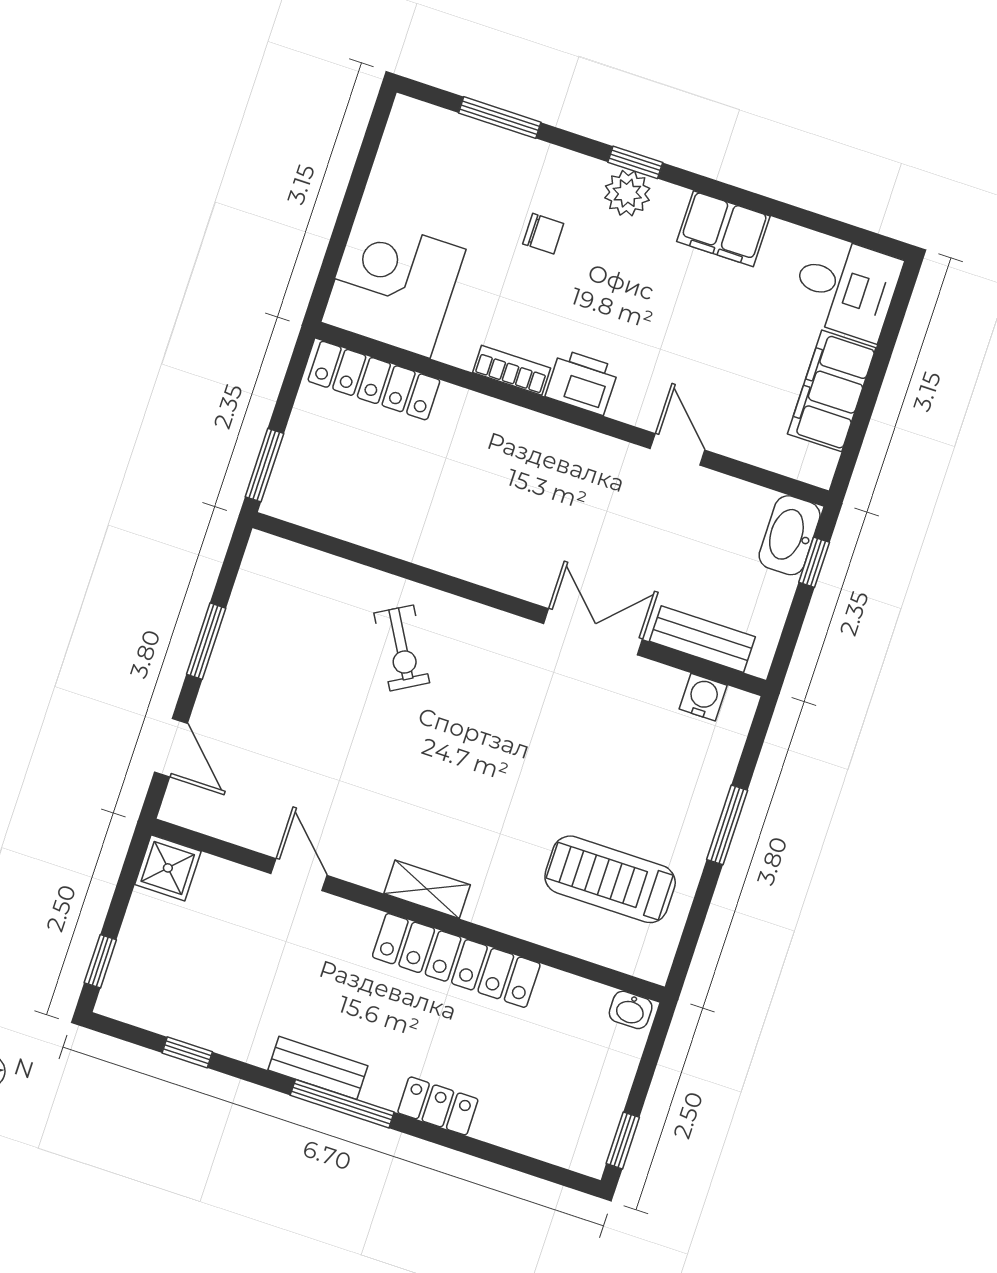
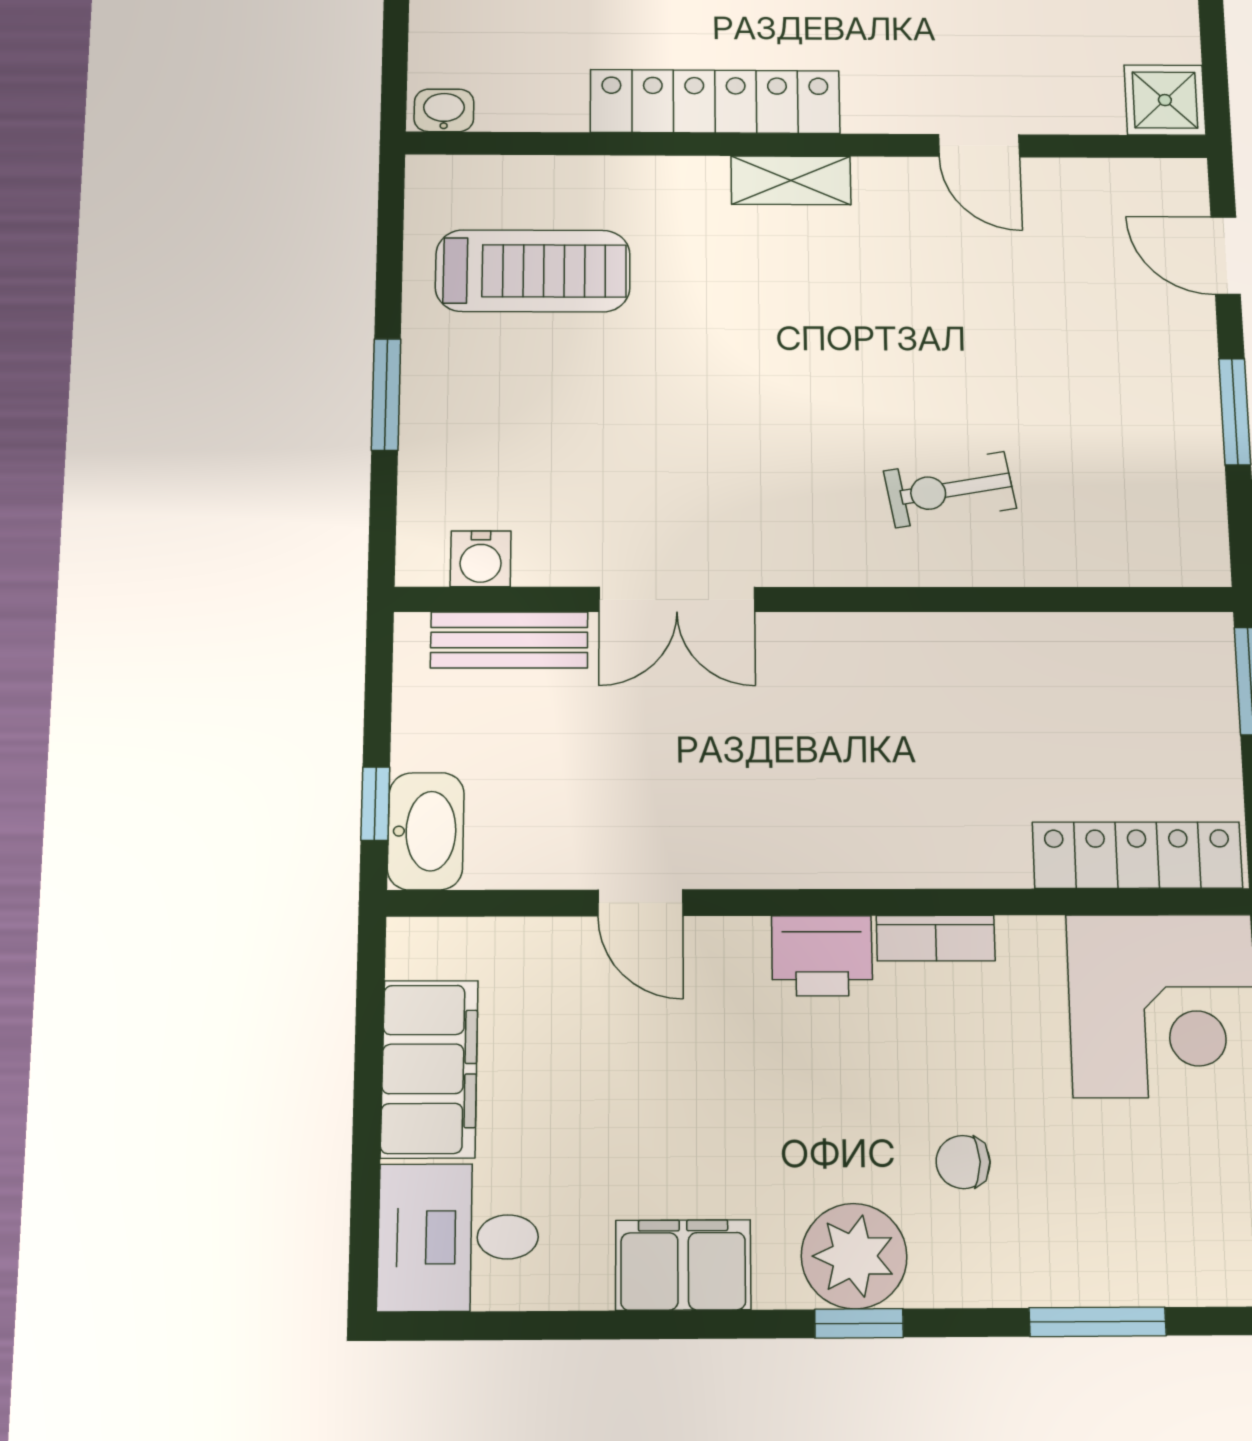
plant: (627, 193) -> (854, 1256), width x1.36, depth x1.36
exercise bike: (402, 648) -> (950, 490), turned -70

